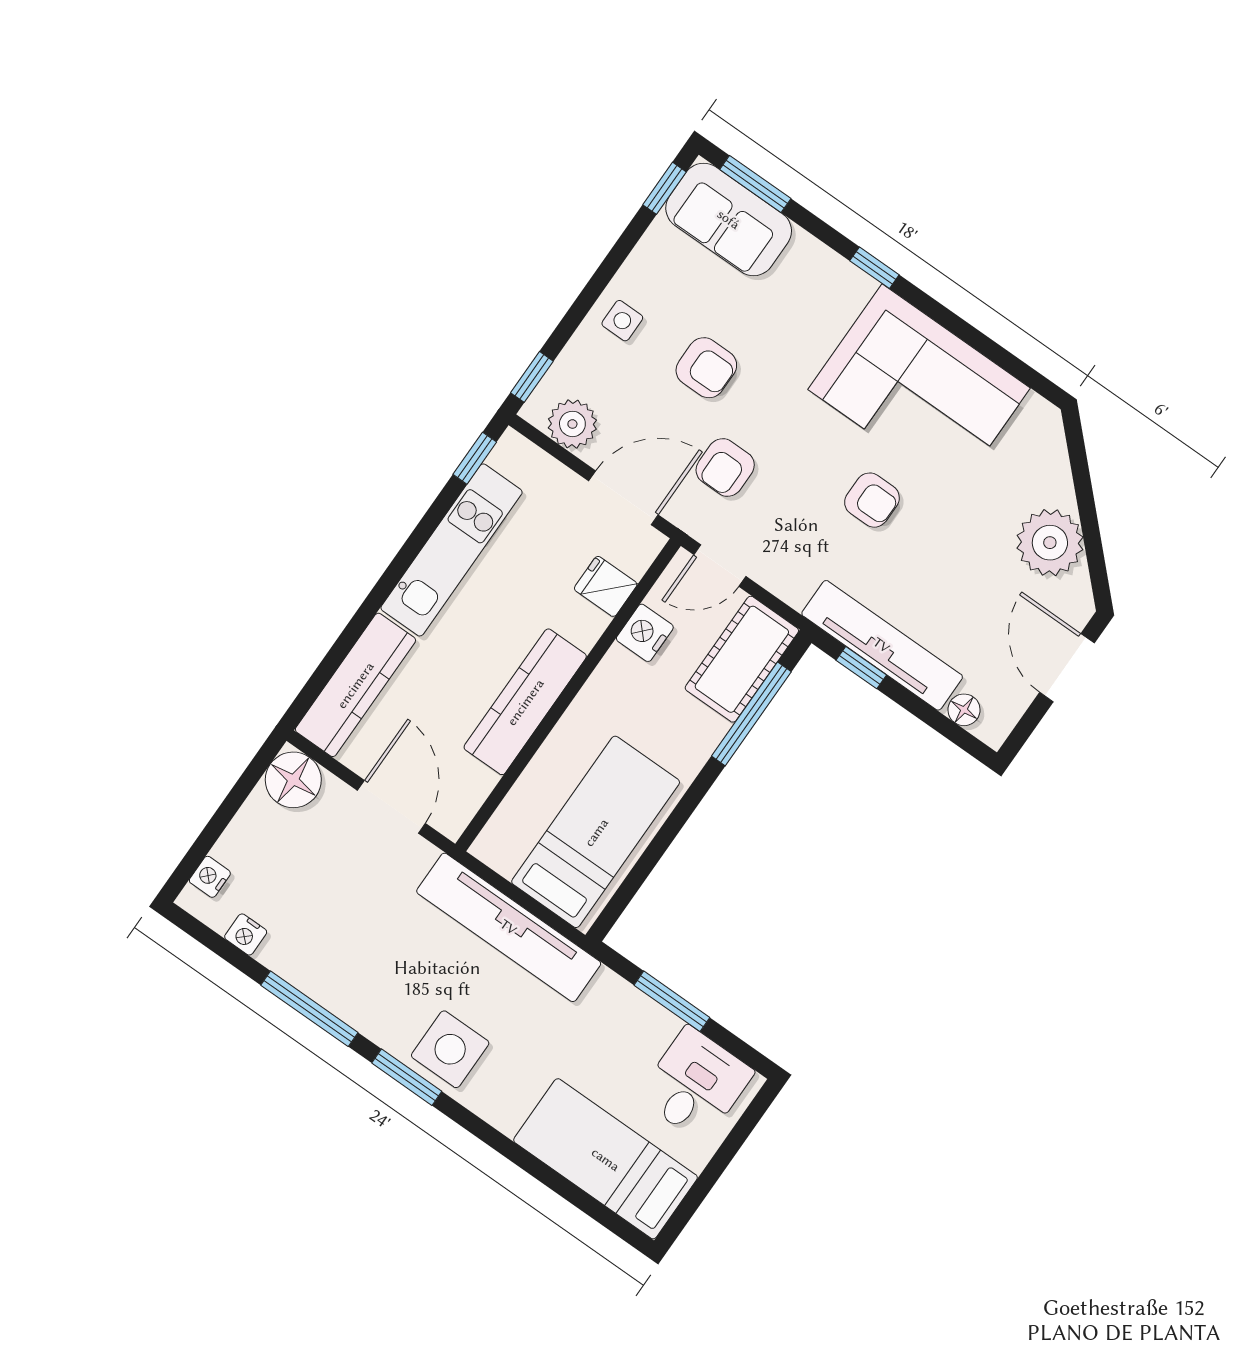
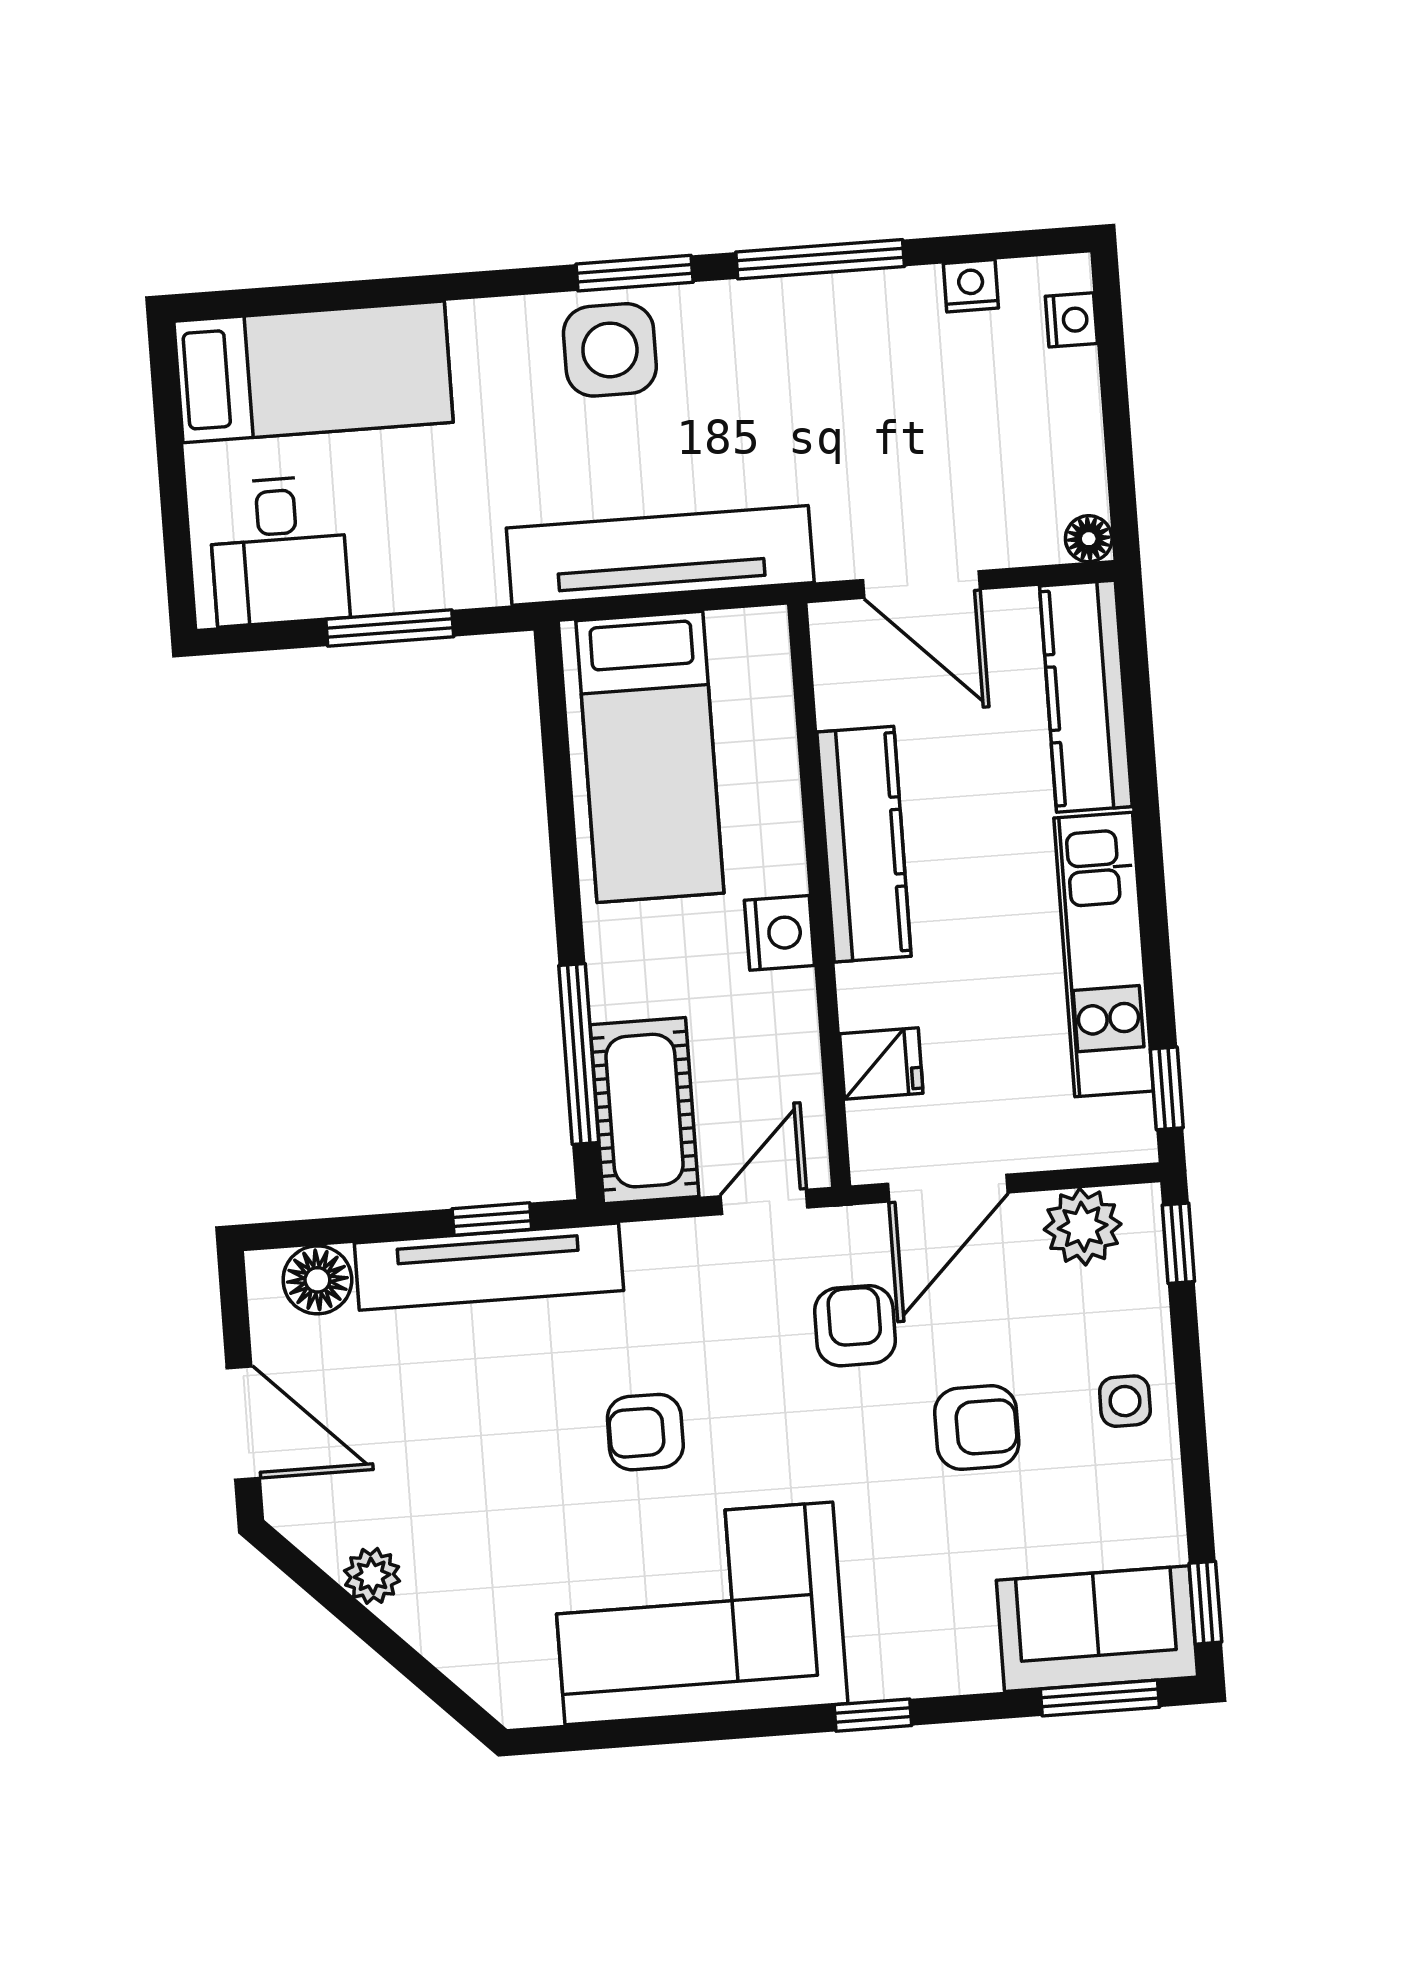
armchair: (706, 368) -> (977, 1428), turned 180
plant: (1050, 543) -> (372, 1576), width x0.53, depth x0.53
nightstand: (645, 633) -> (779, 933), moved
floor lamp: (964, 710) -> (317, 1280), width x1.37, depth x1.37
floor lamp: (293, 780) -> (1089, 539), width x0.53, depth x0.53

